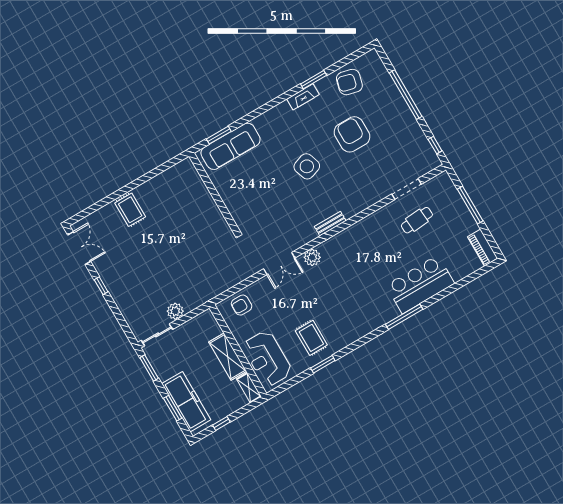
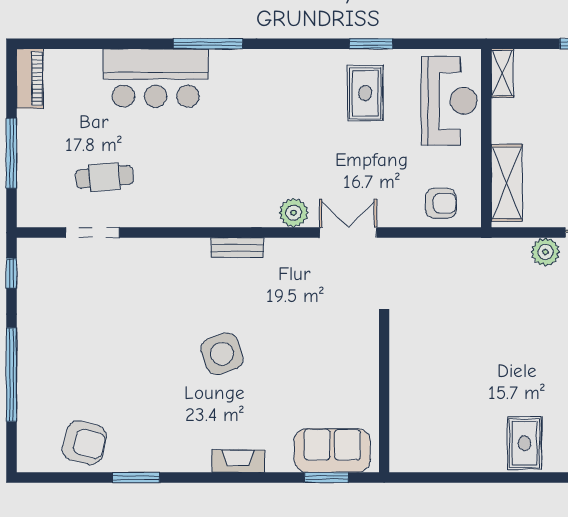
fireplace: (303, 97) -> (238, 461), moved
armchair: (352, 134) -> (126, 362), removed
sofa: (231, 146) -> (332, 450), width x0.73
shelving: (228, 357) -> (507, 183), moved

